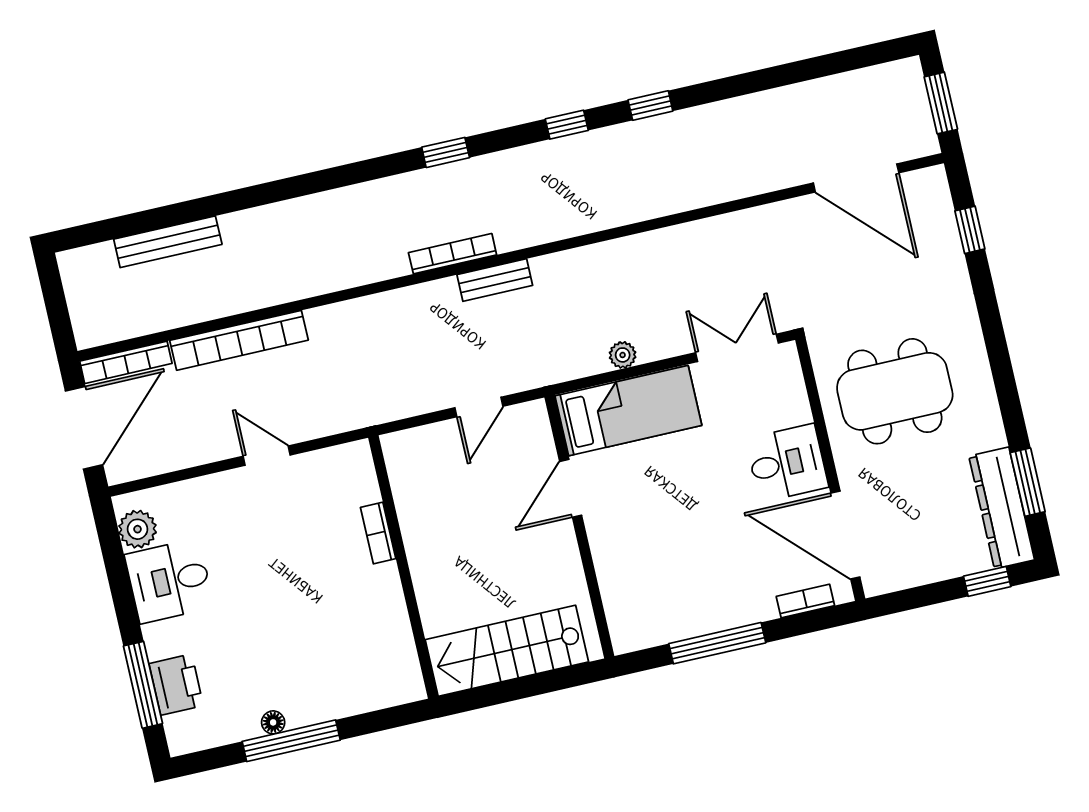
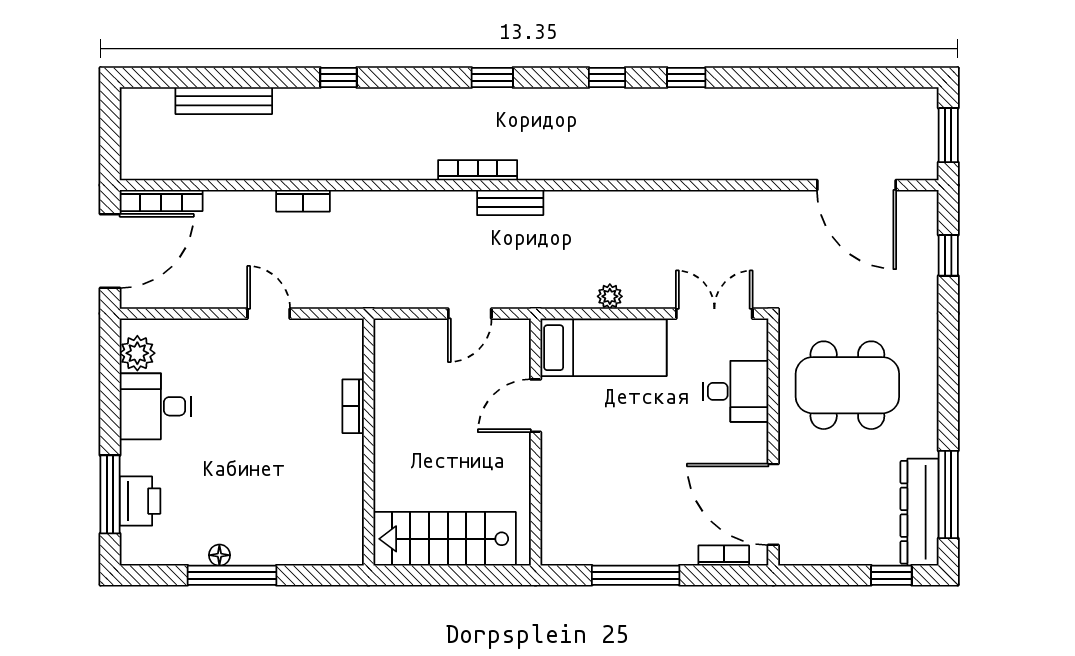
window: (283, 190) -> (338, 78), added
bookcase: (239, 340) -> (303, 201), width x0.43, depth x0.76
desk: (787, 463) -> (736, 391), moved
window: (1028, 482) -> (948, 494), width x1.44

